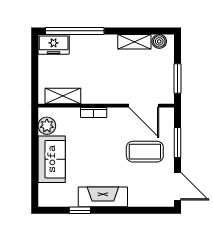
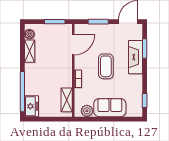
coffee table: (145, 152) -> (106, 66), moved
fireplace: (103, 197) -> (135, 57), moved
window: (80, 210) -> (145, 101), moved
window: (138, 210) -> (145, 48), added

